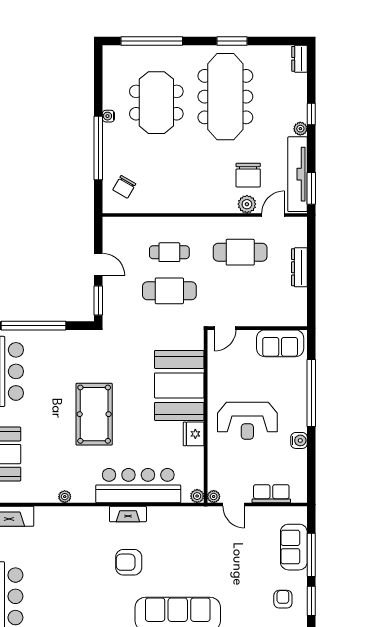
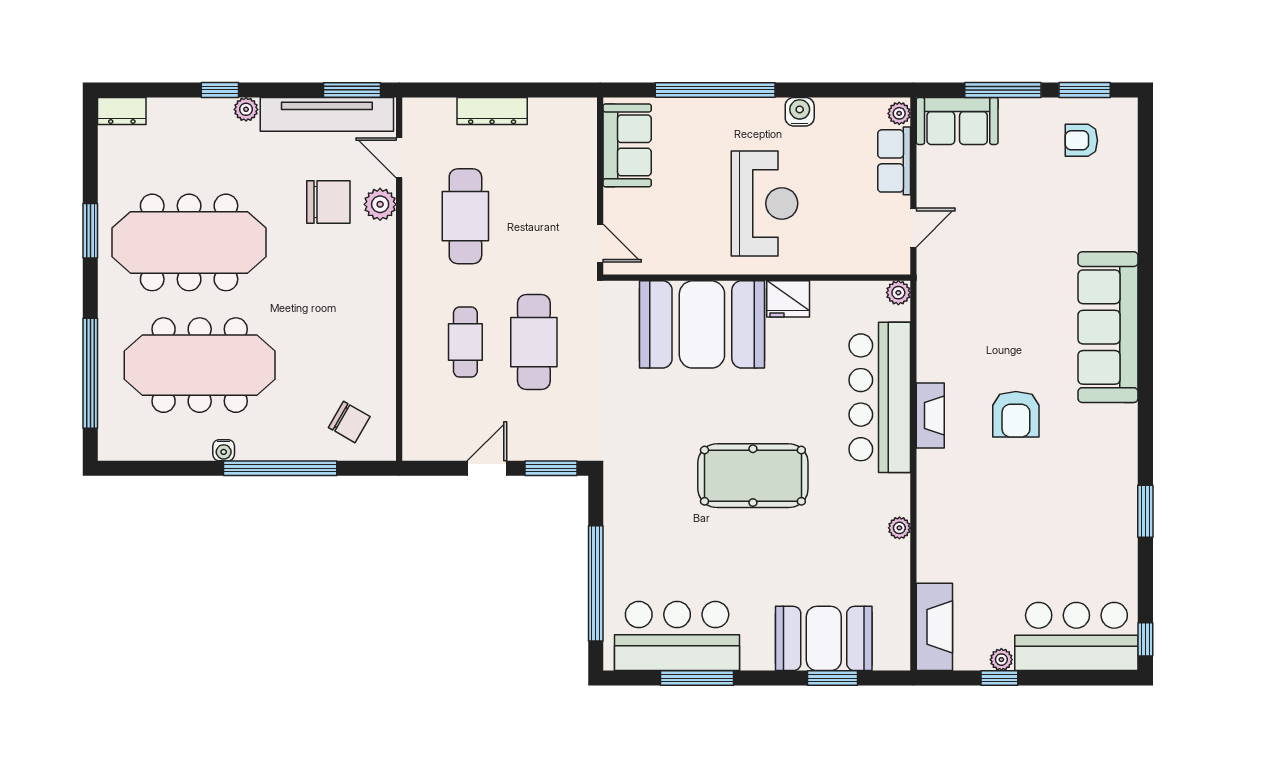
meeting table: (156, 103) -> (200, 365), width x1.36
plant: (214, 496) -> (899, 113), moved
sofa: (294, 547) -> (957, 121), moved

